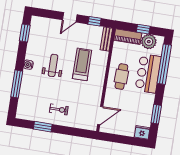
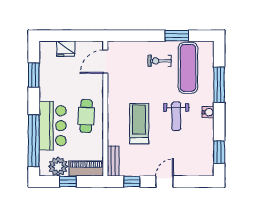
treadmill: (82, 64) -> (139, 124), turned 180
exercise mat: (38, 101) -> (188, 68), added
fridge: (142, 132) -> (66, 49), moved

